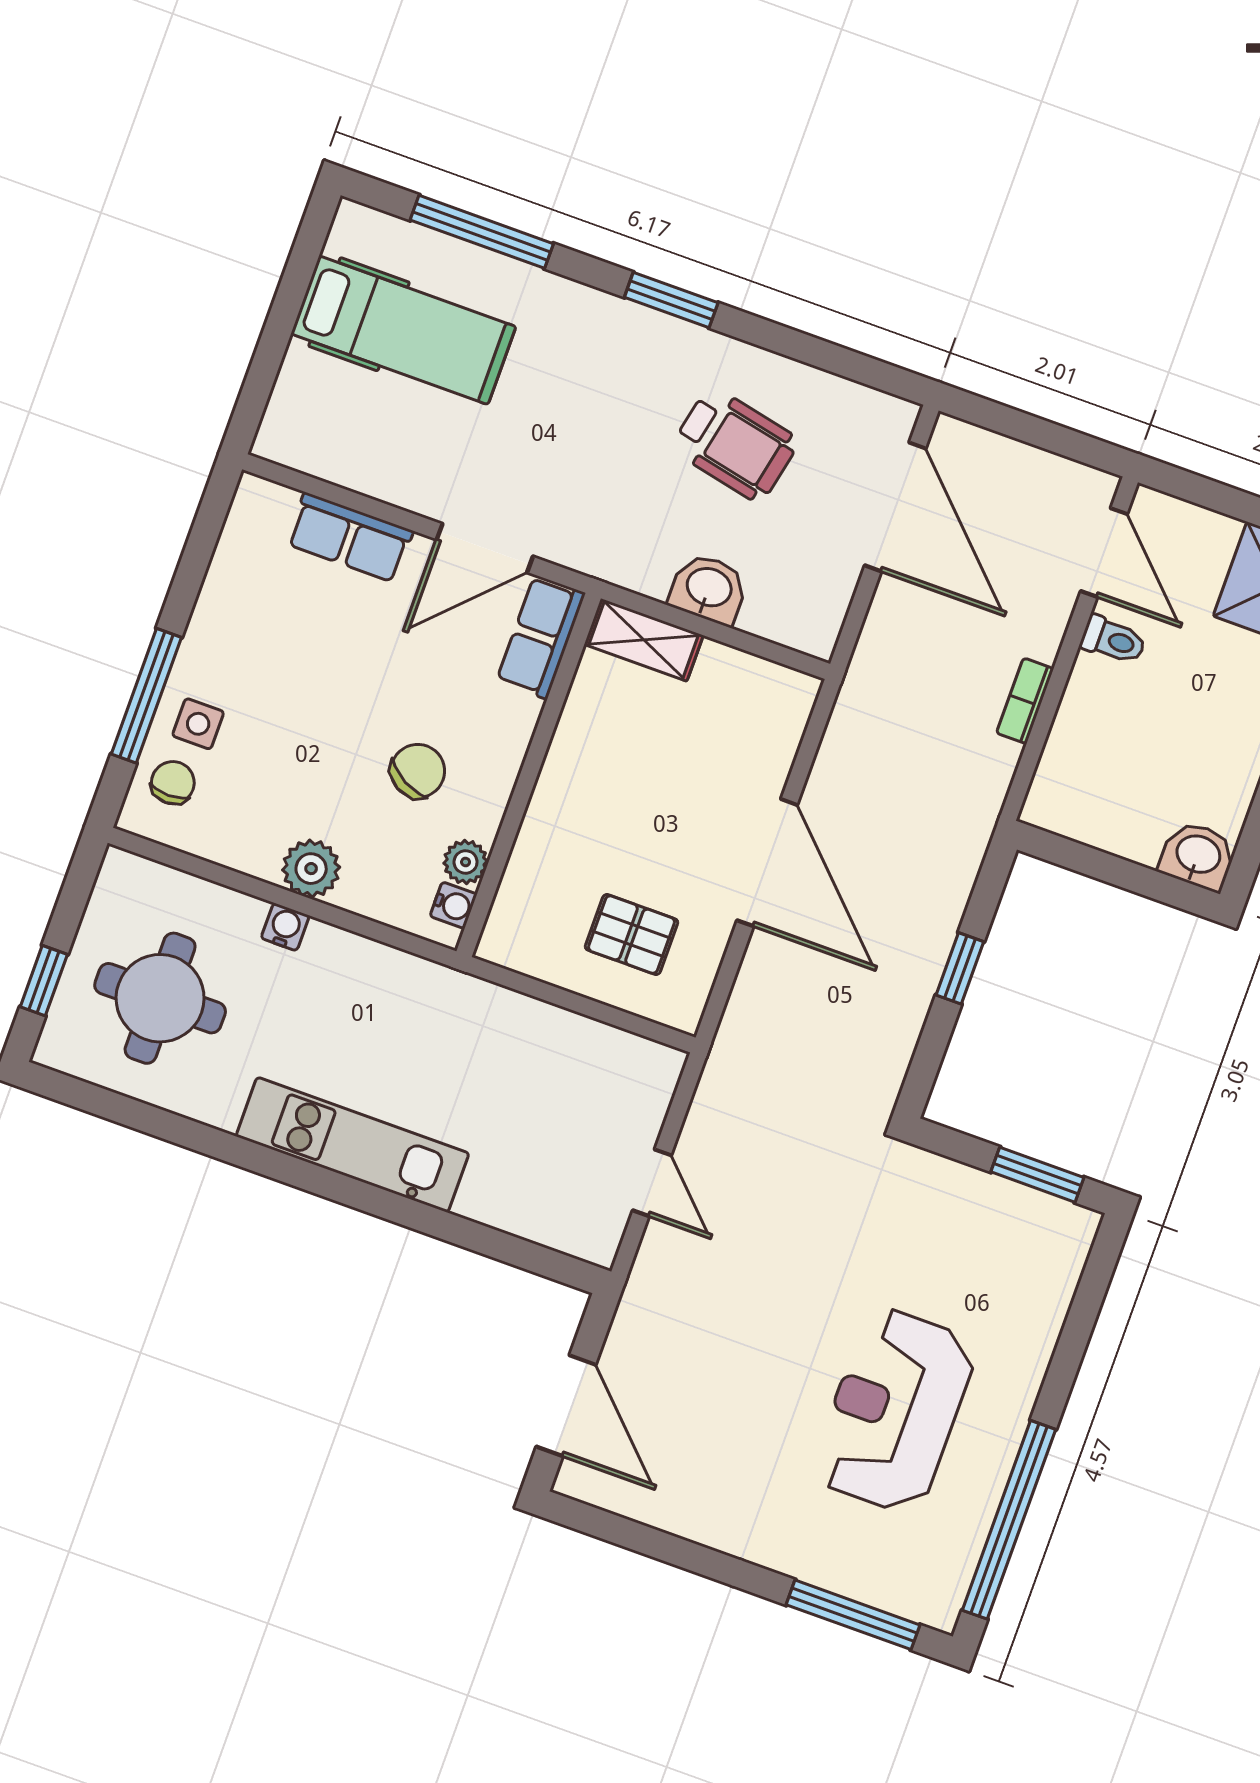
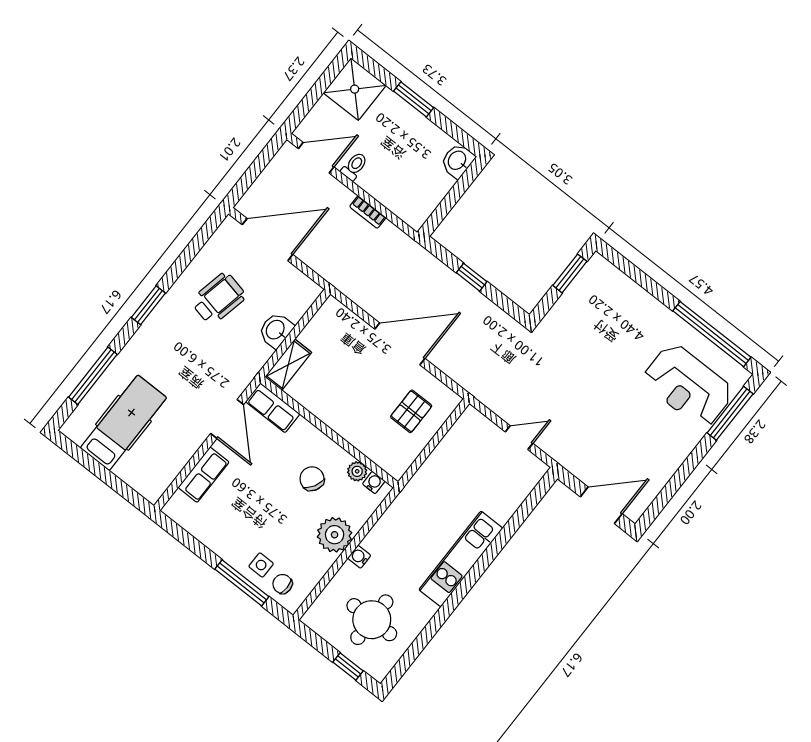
plant: (311, 869) -> (335, 535), width x1.36, depth x1.36
reception desk: (894, 1410) -> (688, 386), moved

